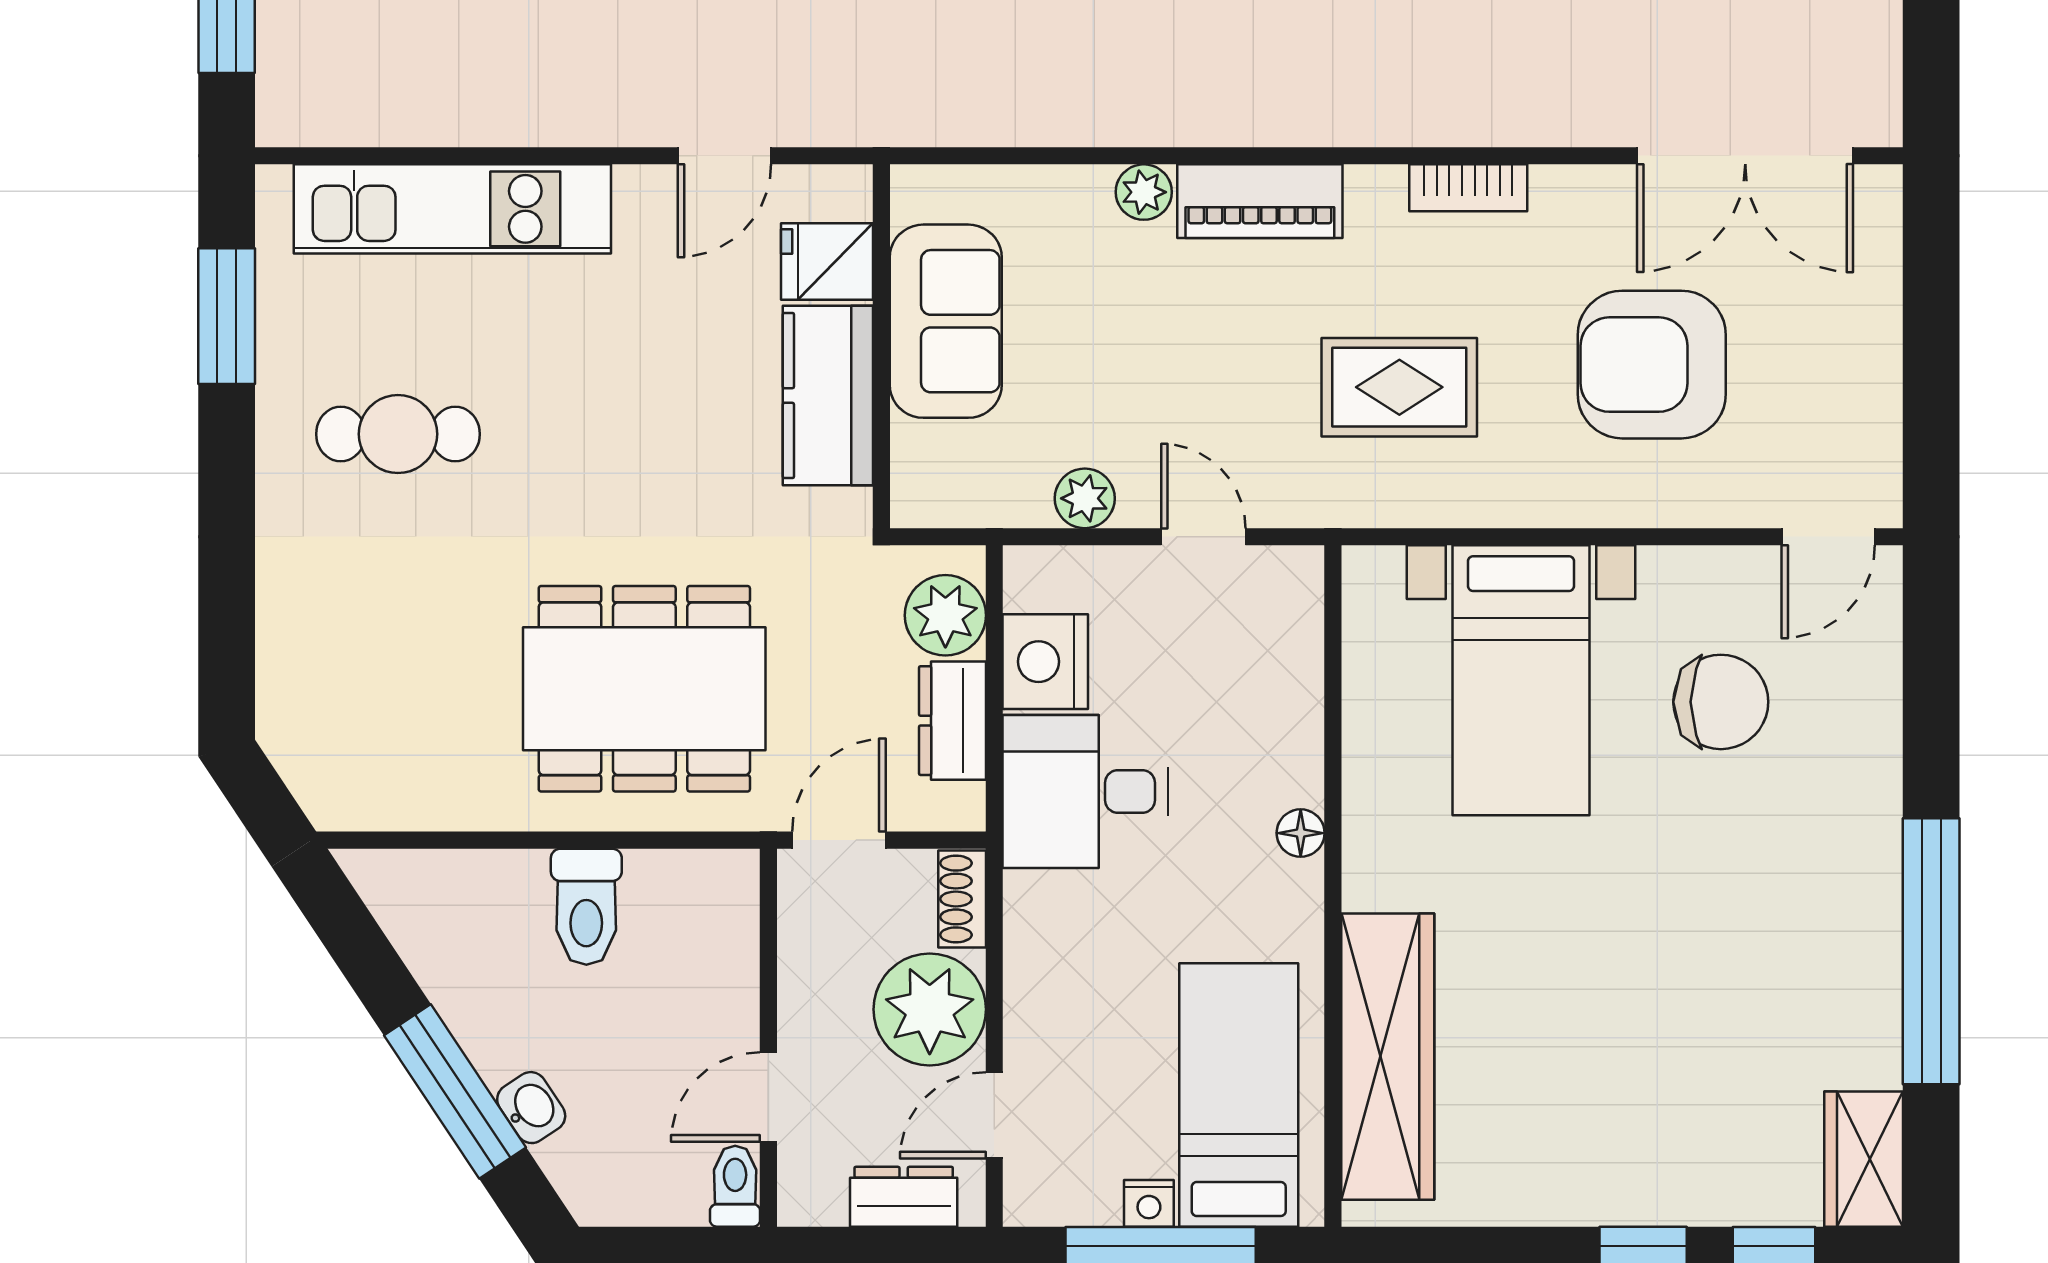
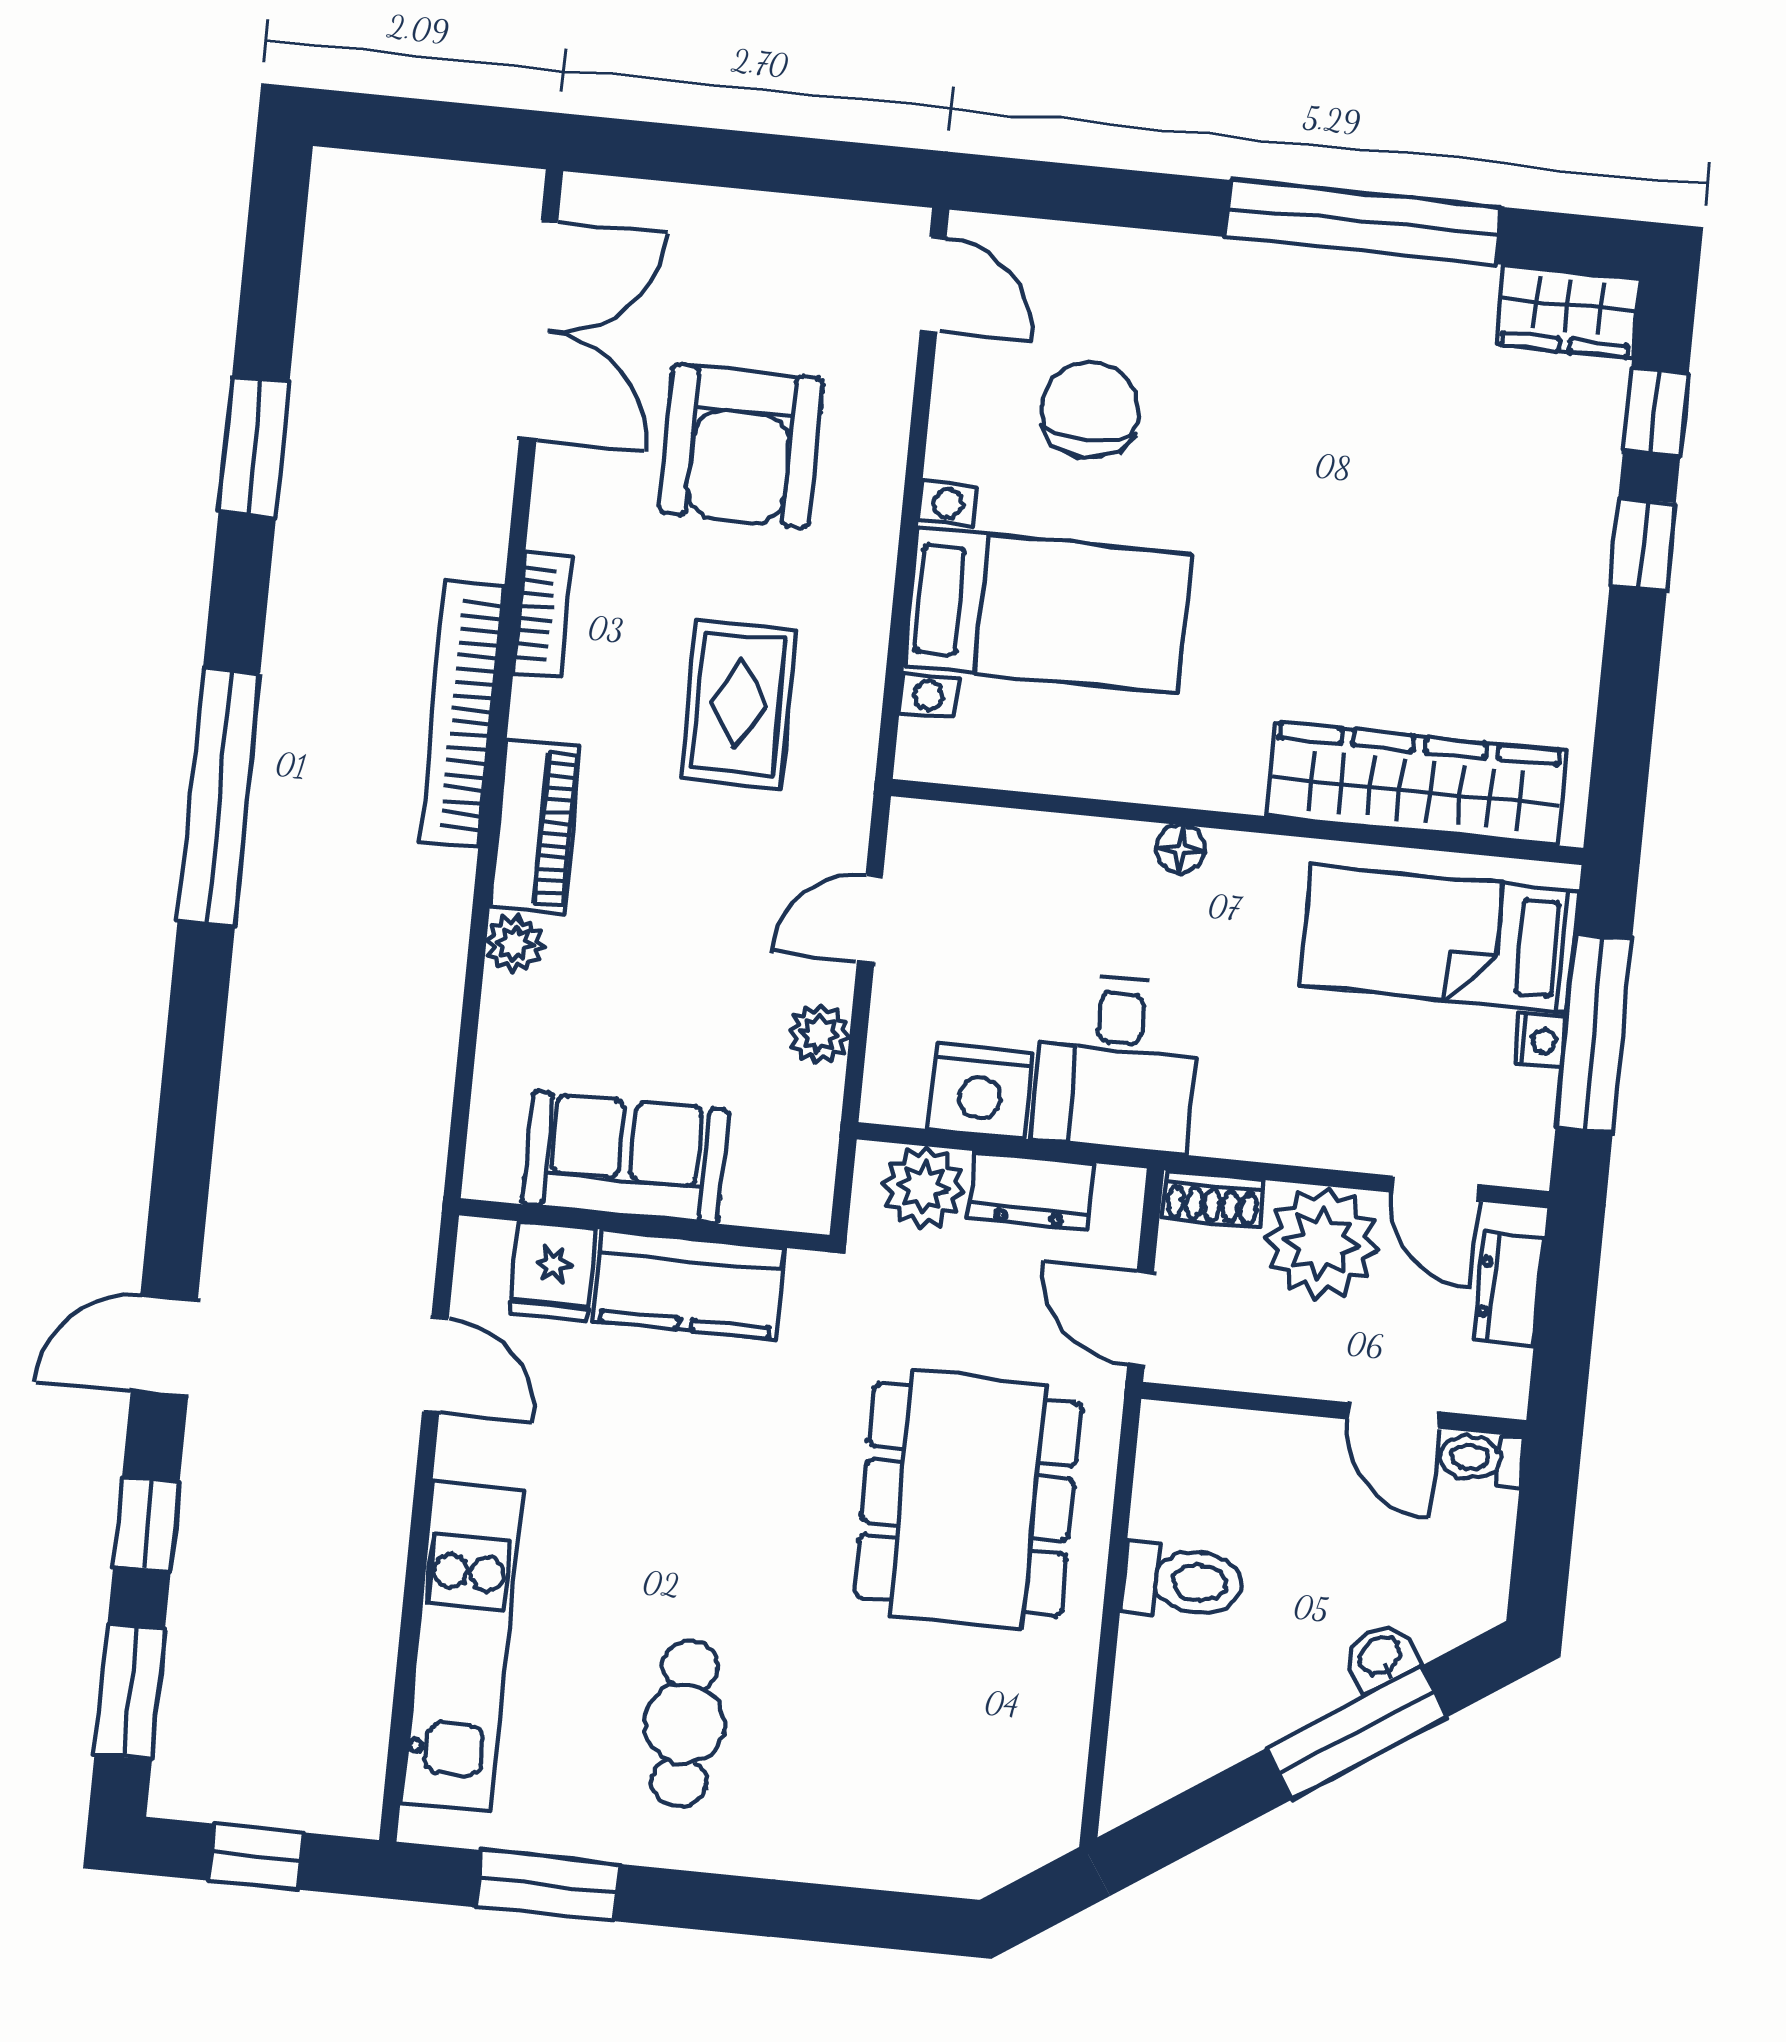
bookcase: (1362, 118) -> (462, 715), added

